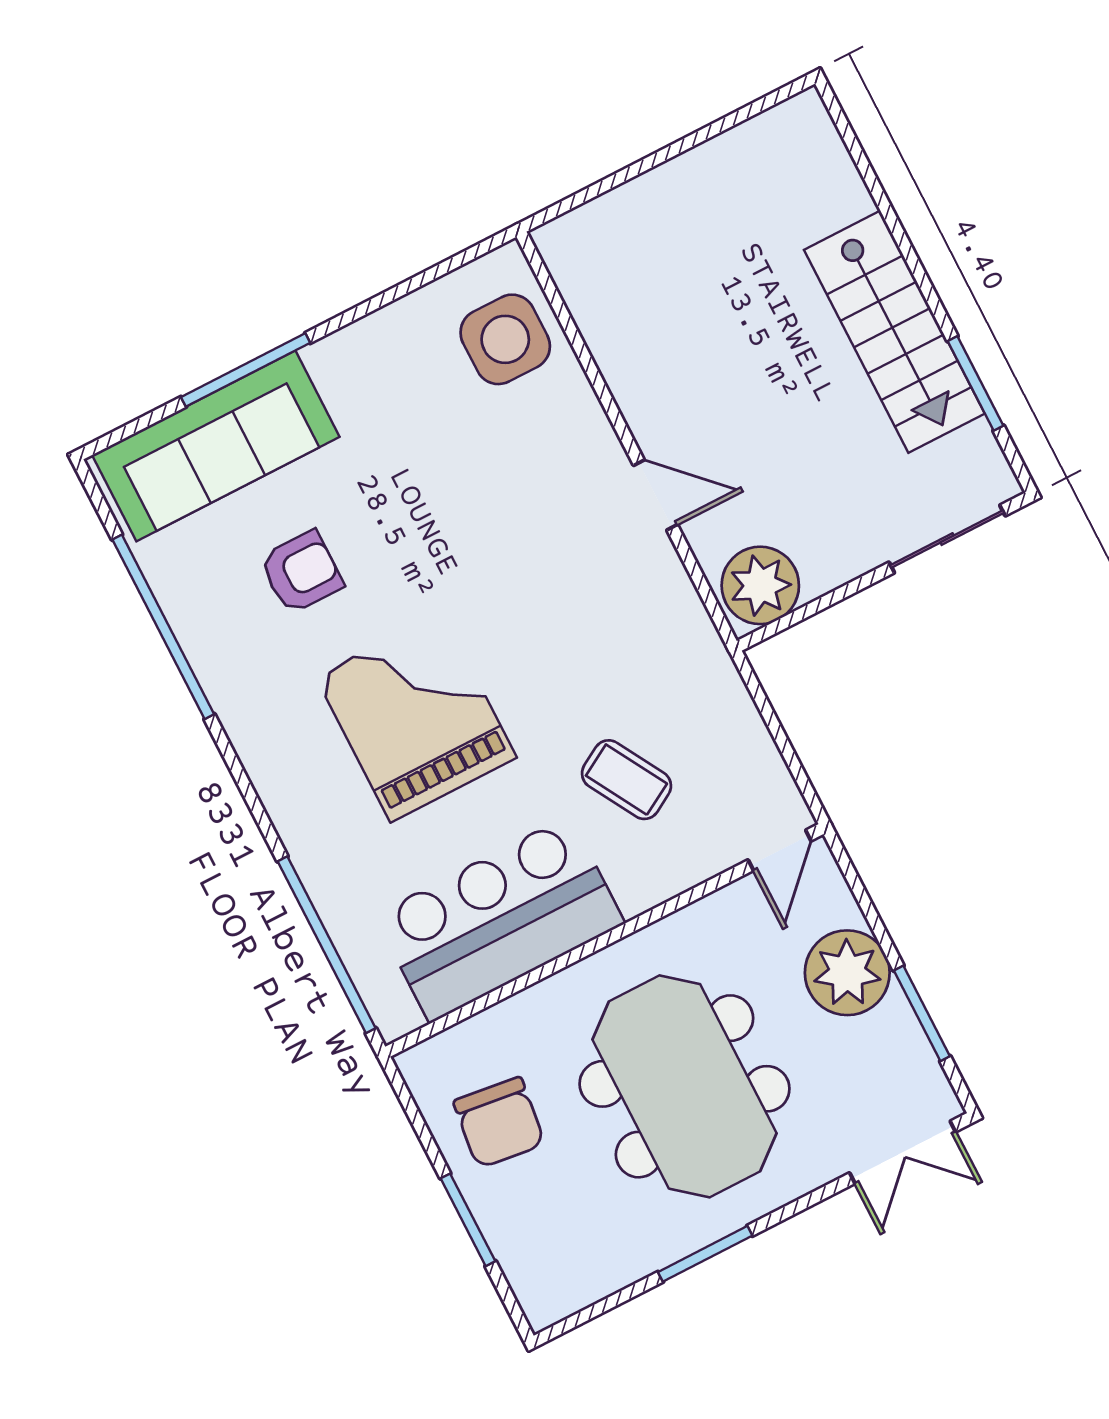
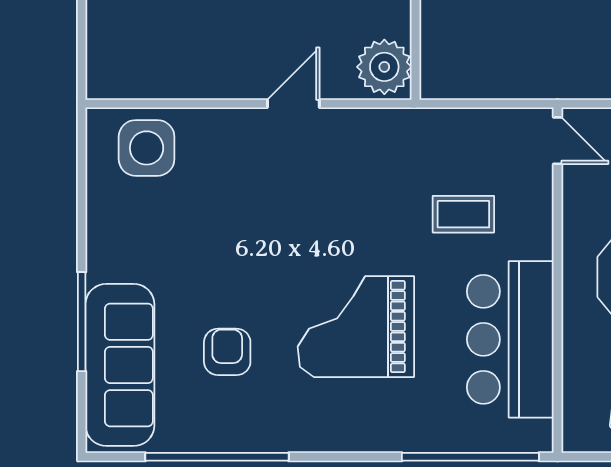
coffee table: (626, 780) -> (463, 214), turned 30

